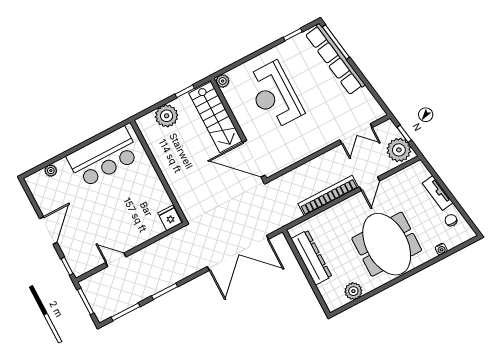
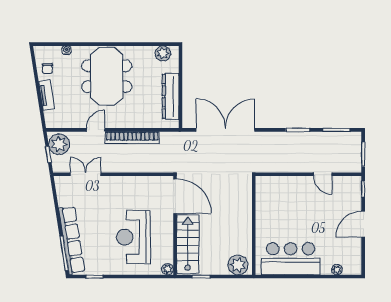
reception desk: (274, 95) -> (133, 237), turned 180
plant: (167, 116) -> (238, 265), moved
fridge: (170, 218) -> (264, 185), removed
plant: (353, 291) -> (163, 53), moved

